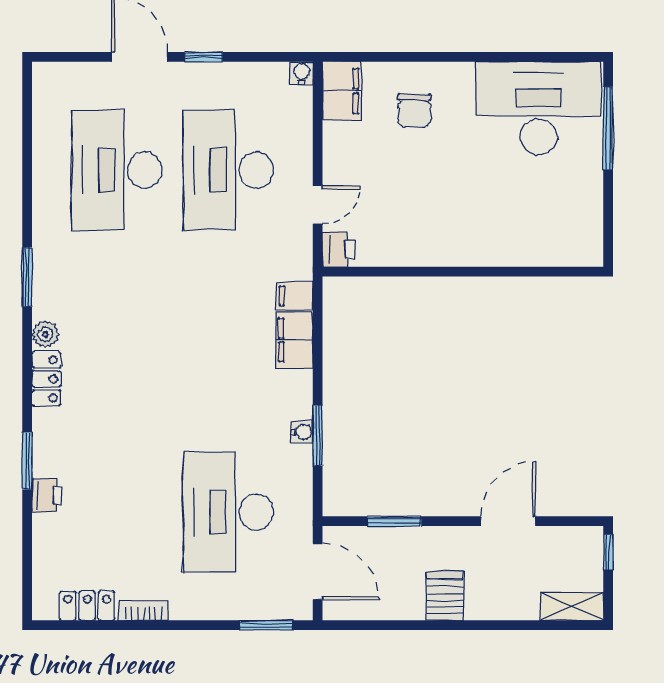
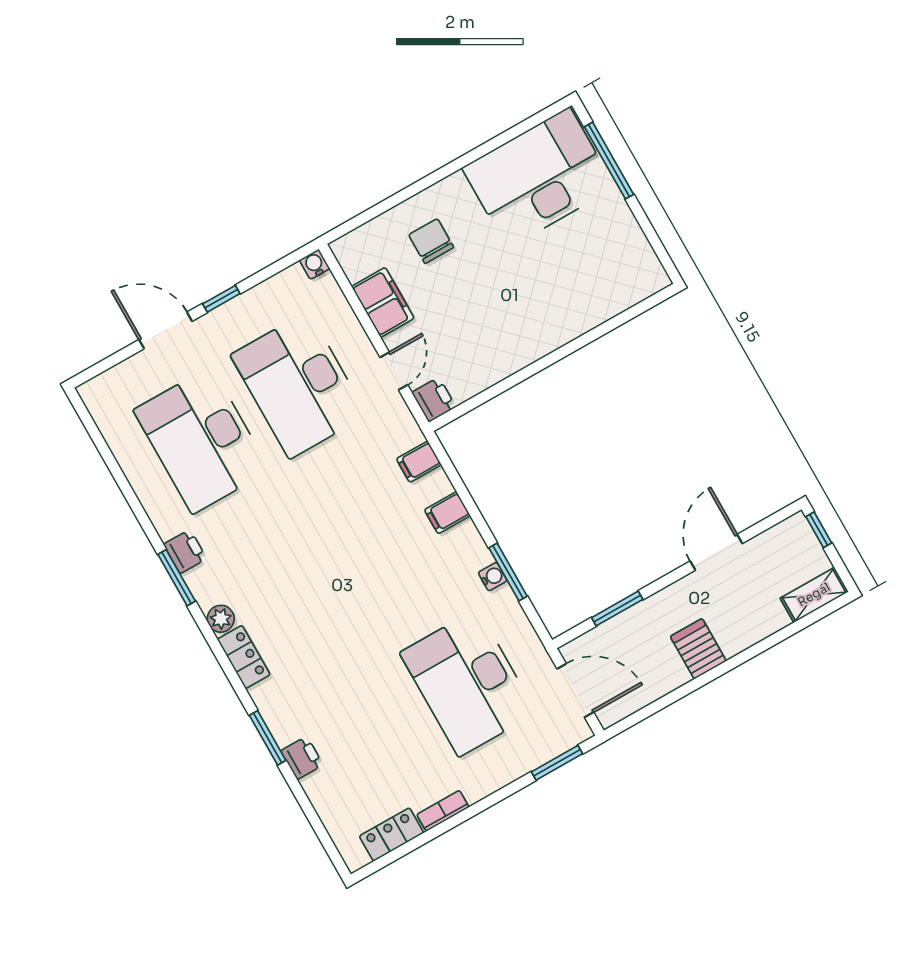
filing cabinet: (342, 91) -> (383, 302), moved
chair: (414, 110) -> (431, 241), turned 180
printer: (48, 258) -> (185, 551), added
filing cabinet: (294, 340) -> (447, 513), width x0.50

